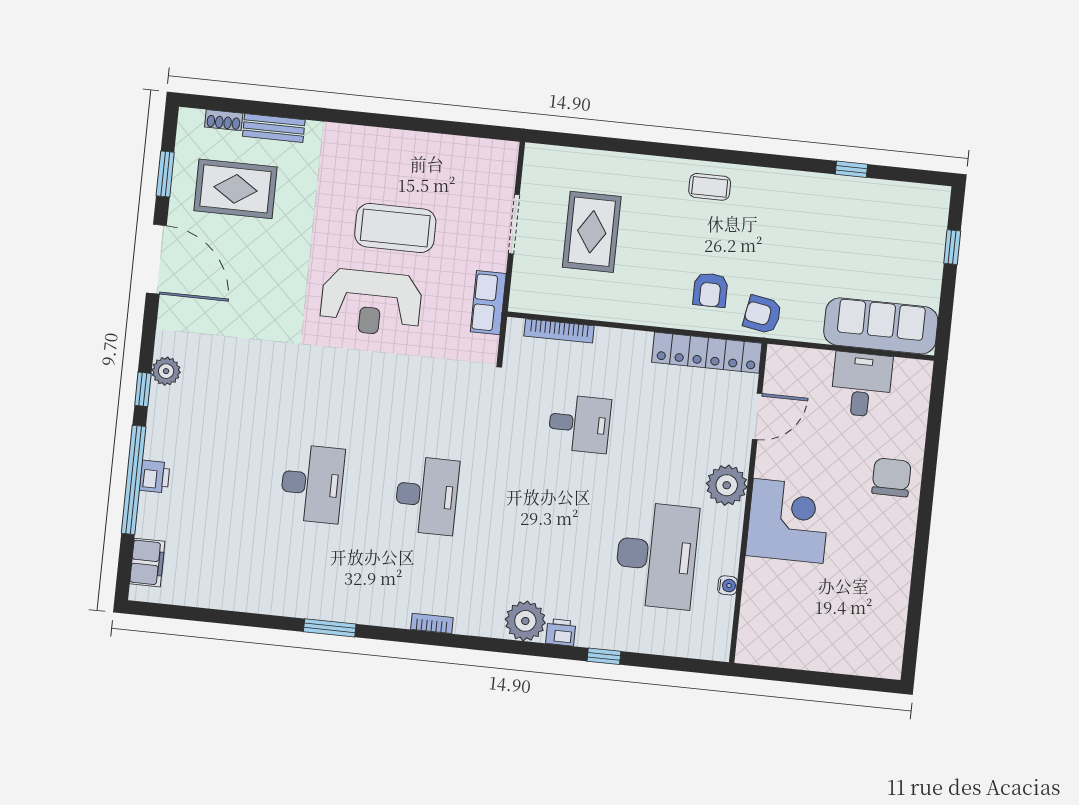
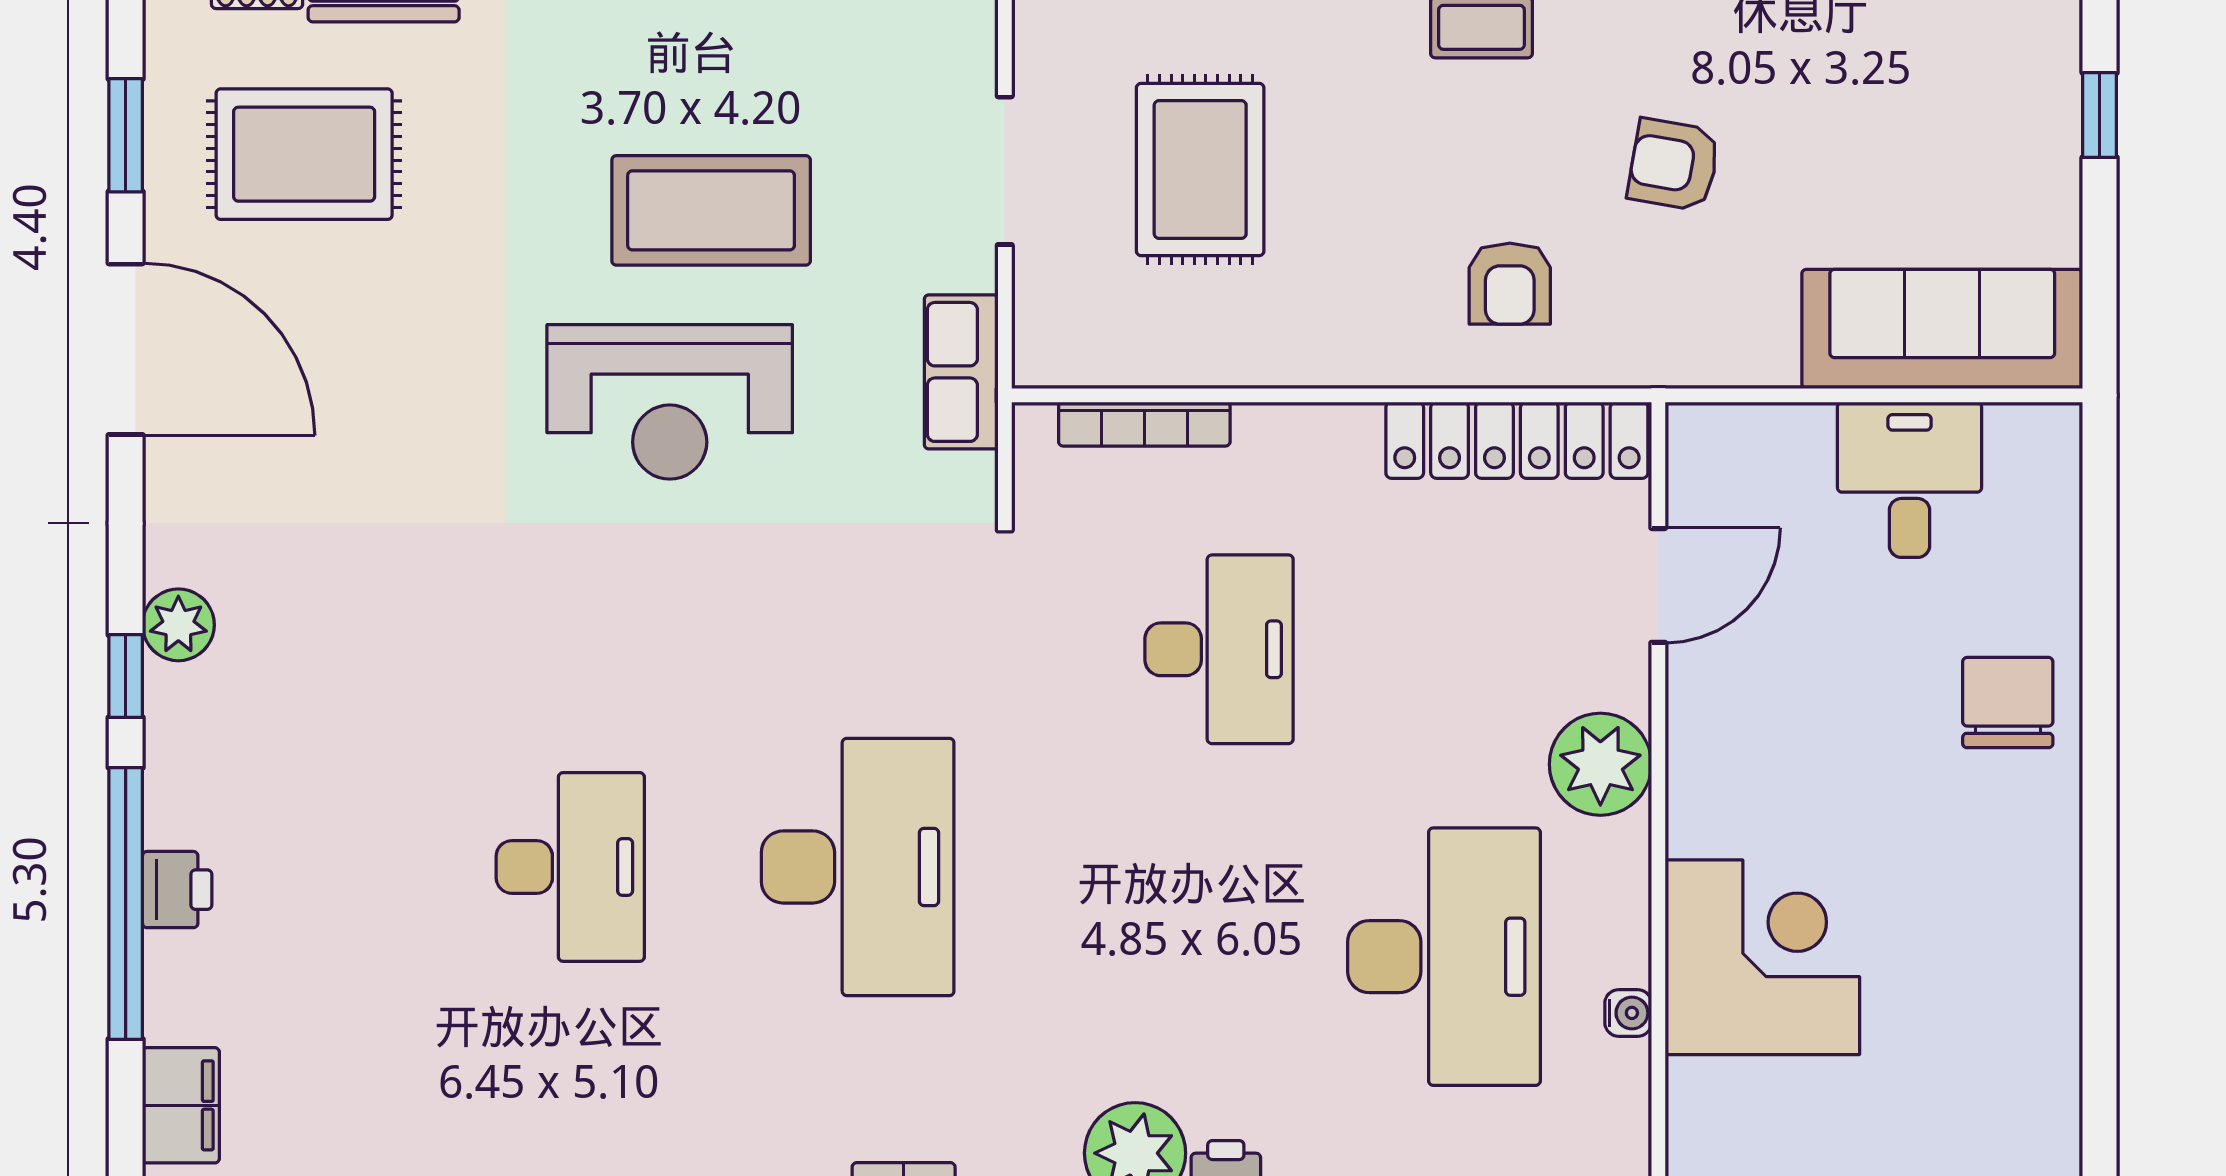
armchair: (762, 315) -> (1674, 165), moved
desk: (580, 424) -> (1219, 649), width x1.37
desk: (427, 496) -> (858, 867), width x1.36, depth x1.30
corner desk: (788, 521) -> (1762, 957), moved

